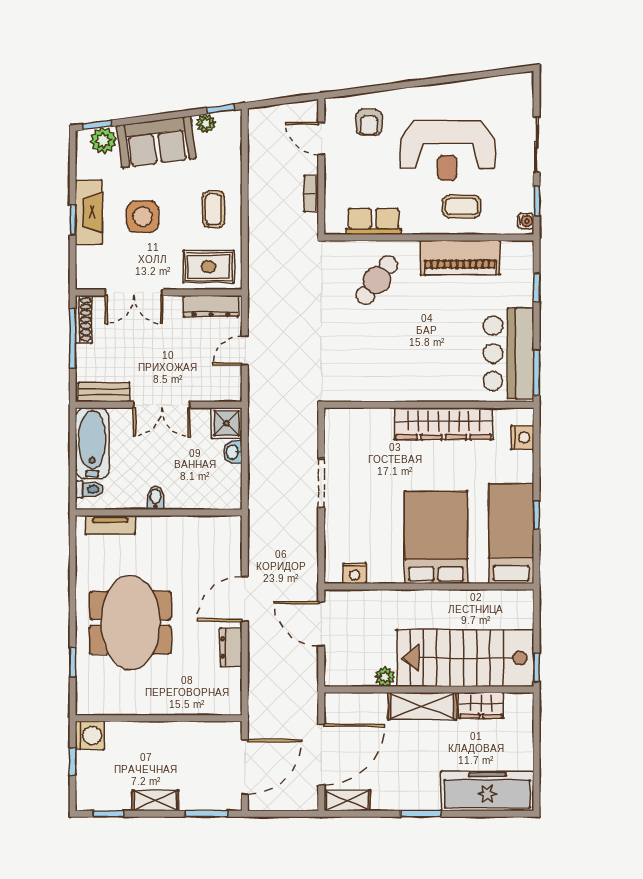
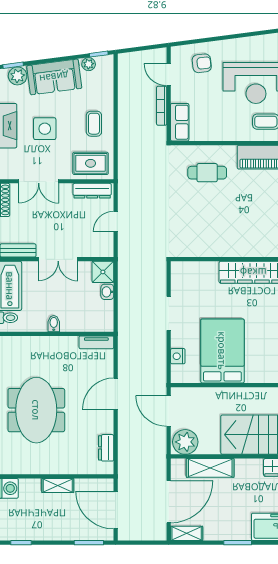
armchair: (369, 122) -> (202, 63), turned -97
bookcase: (311, 194) -> (162, 106), width x1.56
row of seats: (374, 221) -> (180, 122), moved, turned 90
cafe table: (377, 280) -> (207, 173), turned 53
tv unit: (110, 525) -> (96, 342), moved
bed: (436, 537) -> (222, 351), moved
nightstand: (355, 573) -> (178, 356), moved, turned 90
dresser: (231, 647) -> (106, 448), moved
plant: (385, 677) -> (185, 442), moved, width x1.87, depth x1.87
shelving: (422, 706) -> (210, 468), moved
door: (245, 767) -> (116, 510), swing flipped
shelving: (155, 801) -> (58, 485), moved

